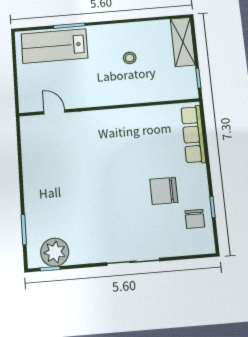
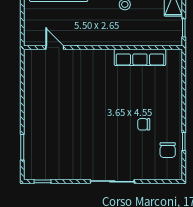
row of seats: (193, 134) -> (140, 57), moved, turned -90
chair: (164, 191) -> (144, 124), width x0.54, depth x0.54
plant: (55, 252) -> (47, 168), removed

